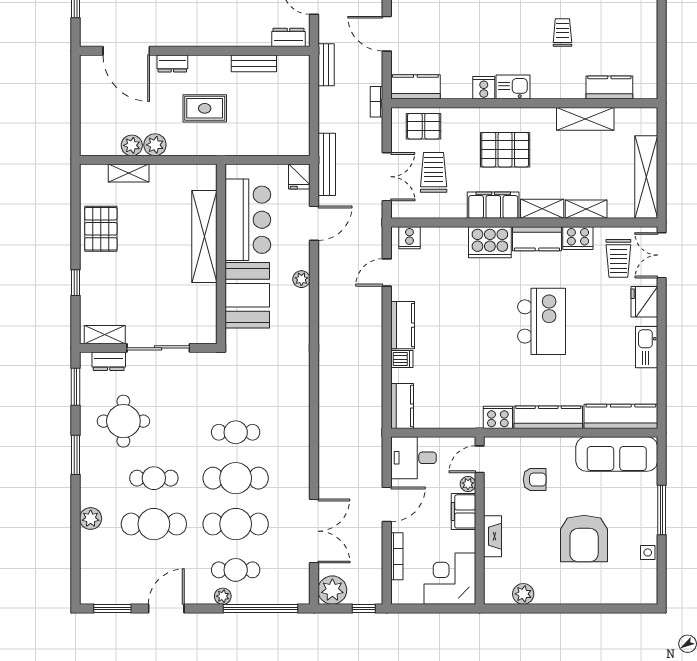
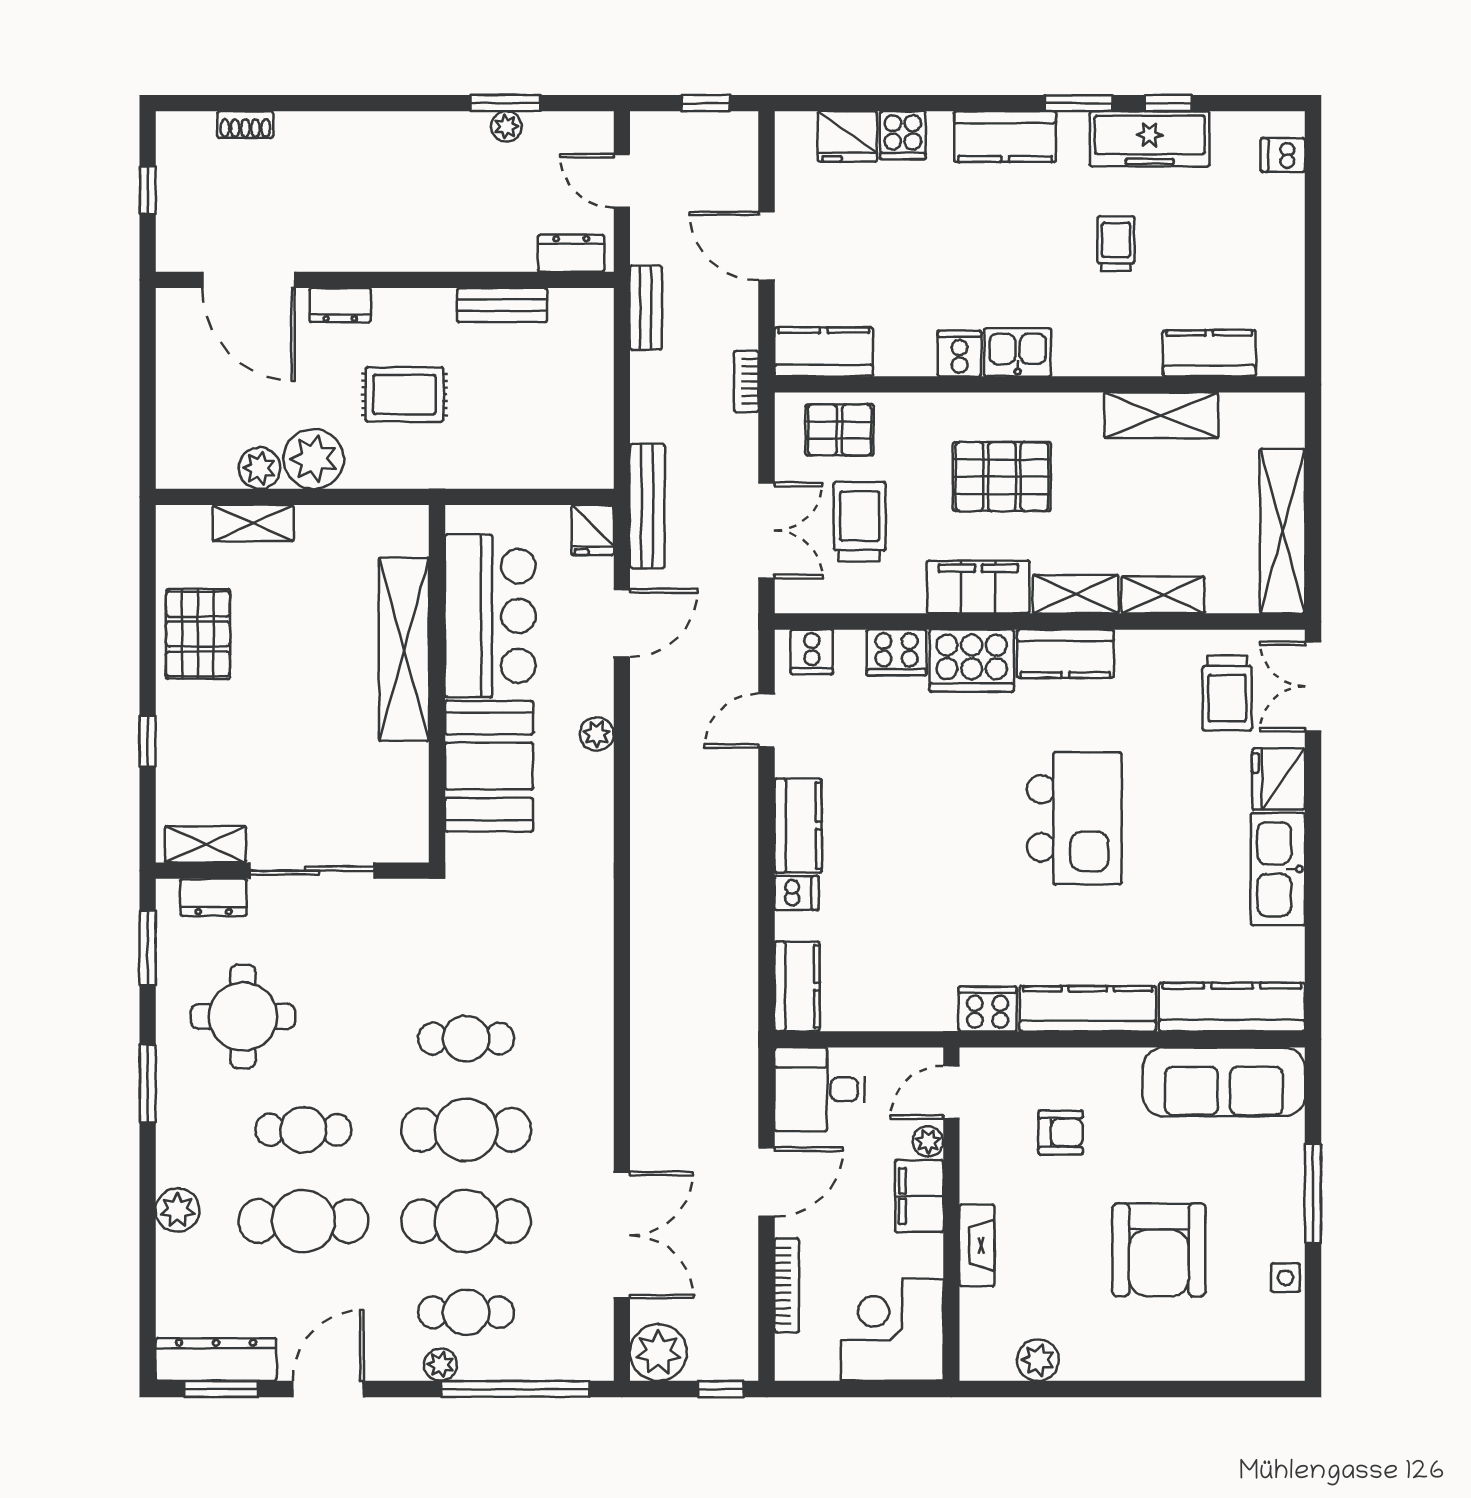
plant: (155, 145) -> (314, 459), width x1.36, depth x1.36
cooker: (578, 238) -> (896, 653), moved
kitchen sink: (647, 347) -> (1278, 869), width x1.36, depth x1.24
dresser: (110, 594) -> (216, 1359), added

